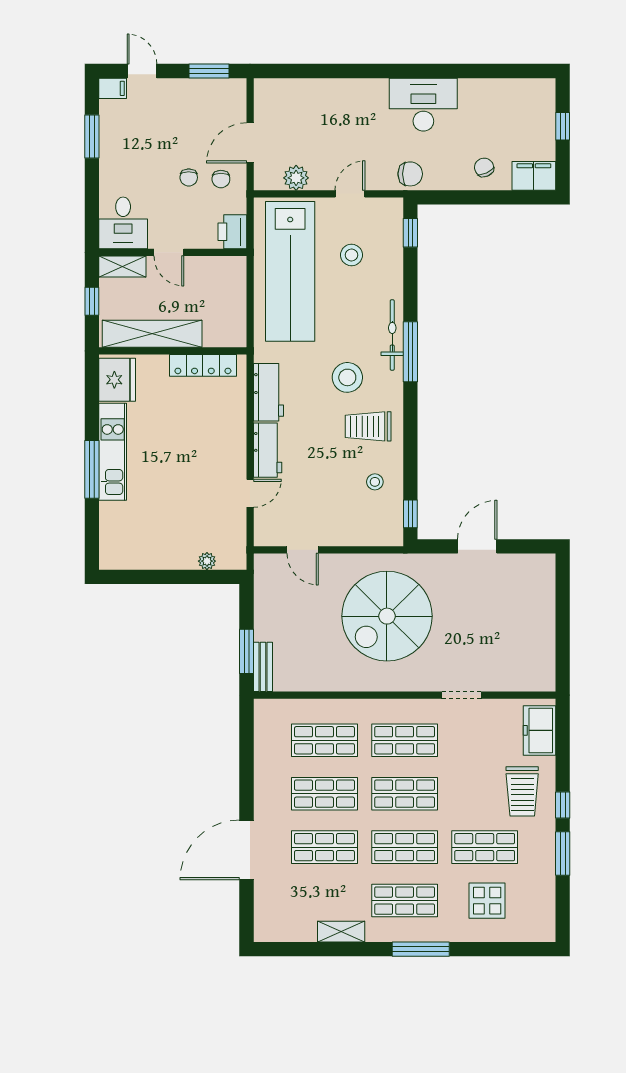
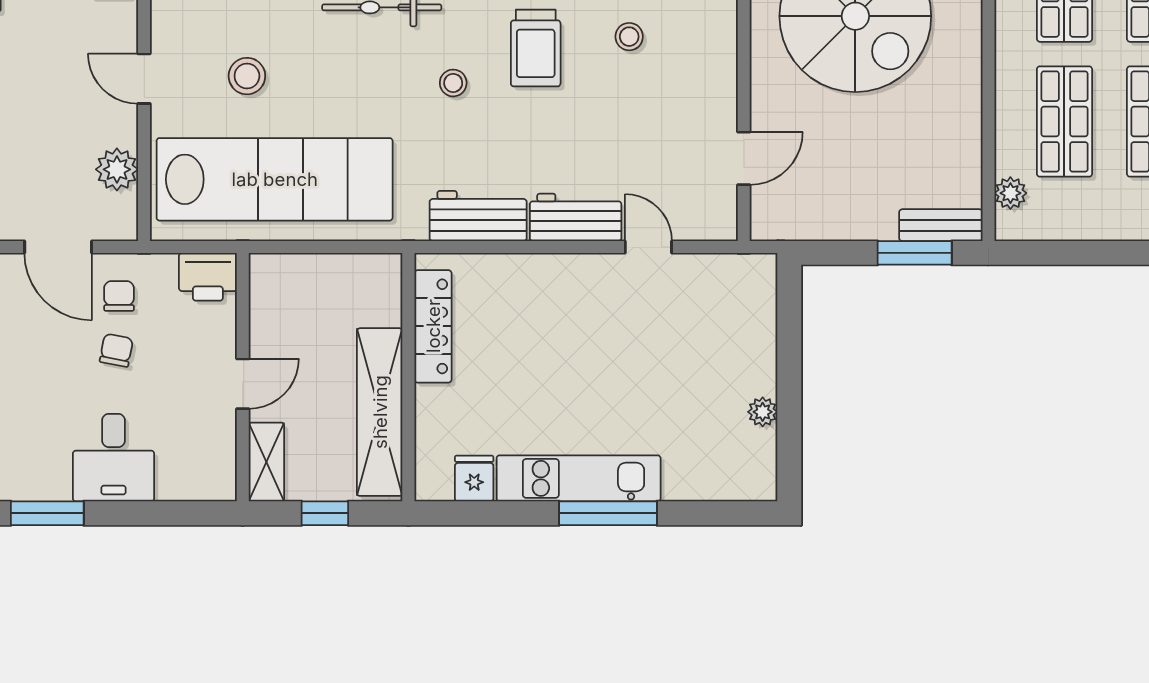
chair: (189, 177) -> (116, 350), turned -79
chair: (221, 179) -> (119, 296), turned -90
desk: (123, 223) -> (114, 458), moved, turned 90
stool: (347, 377) -> (453, 83), width x0.53, depth x0.53
fridge: (117, 380) -> (474, 479), width x0.53, depth x0.75
plant: (207, 561) -> (763, 412), moved
plant: (282, 708) -> (1010, 193), added

